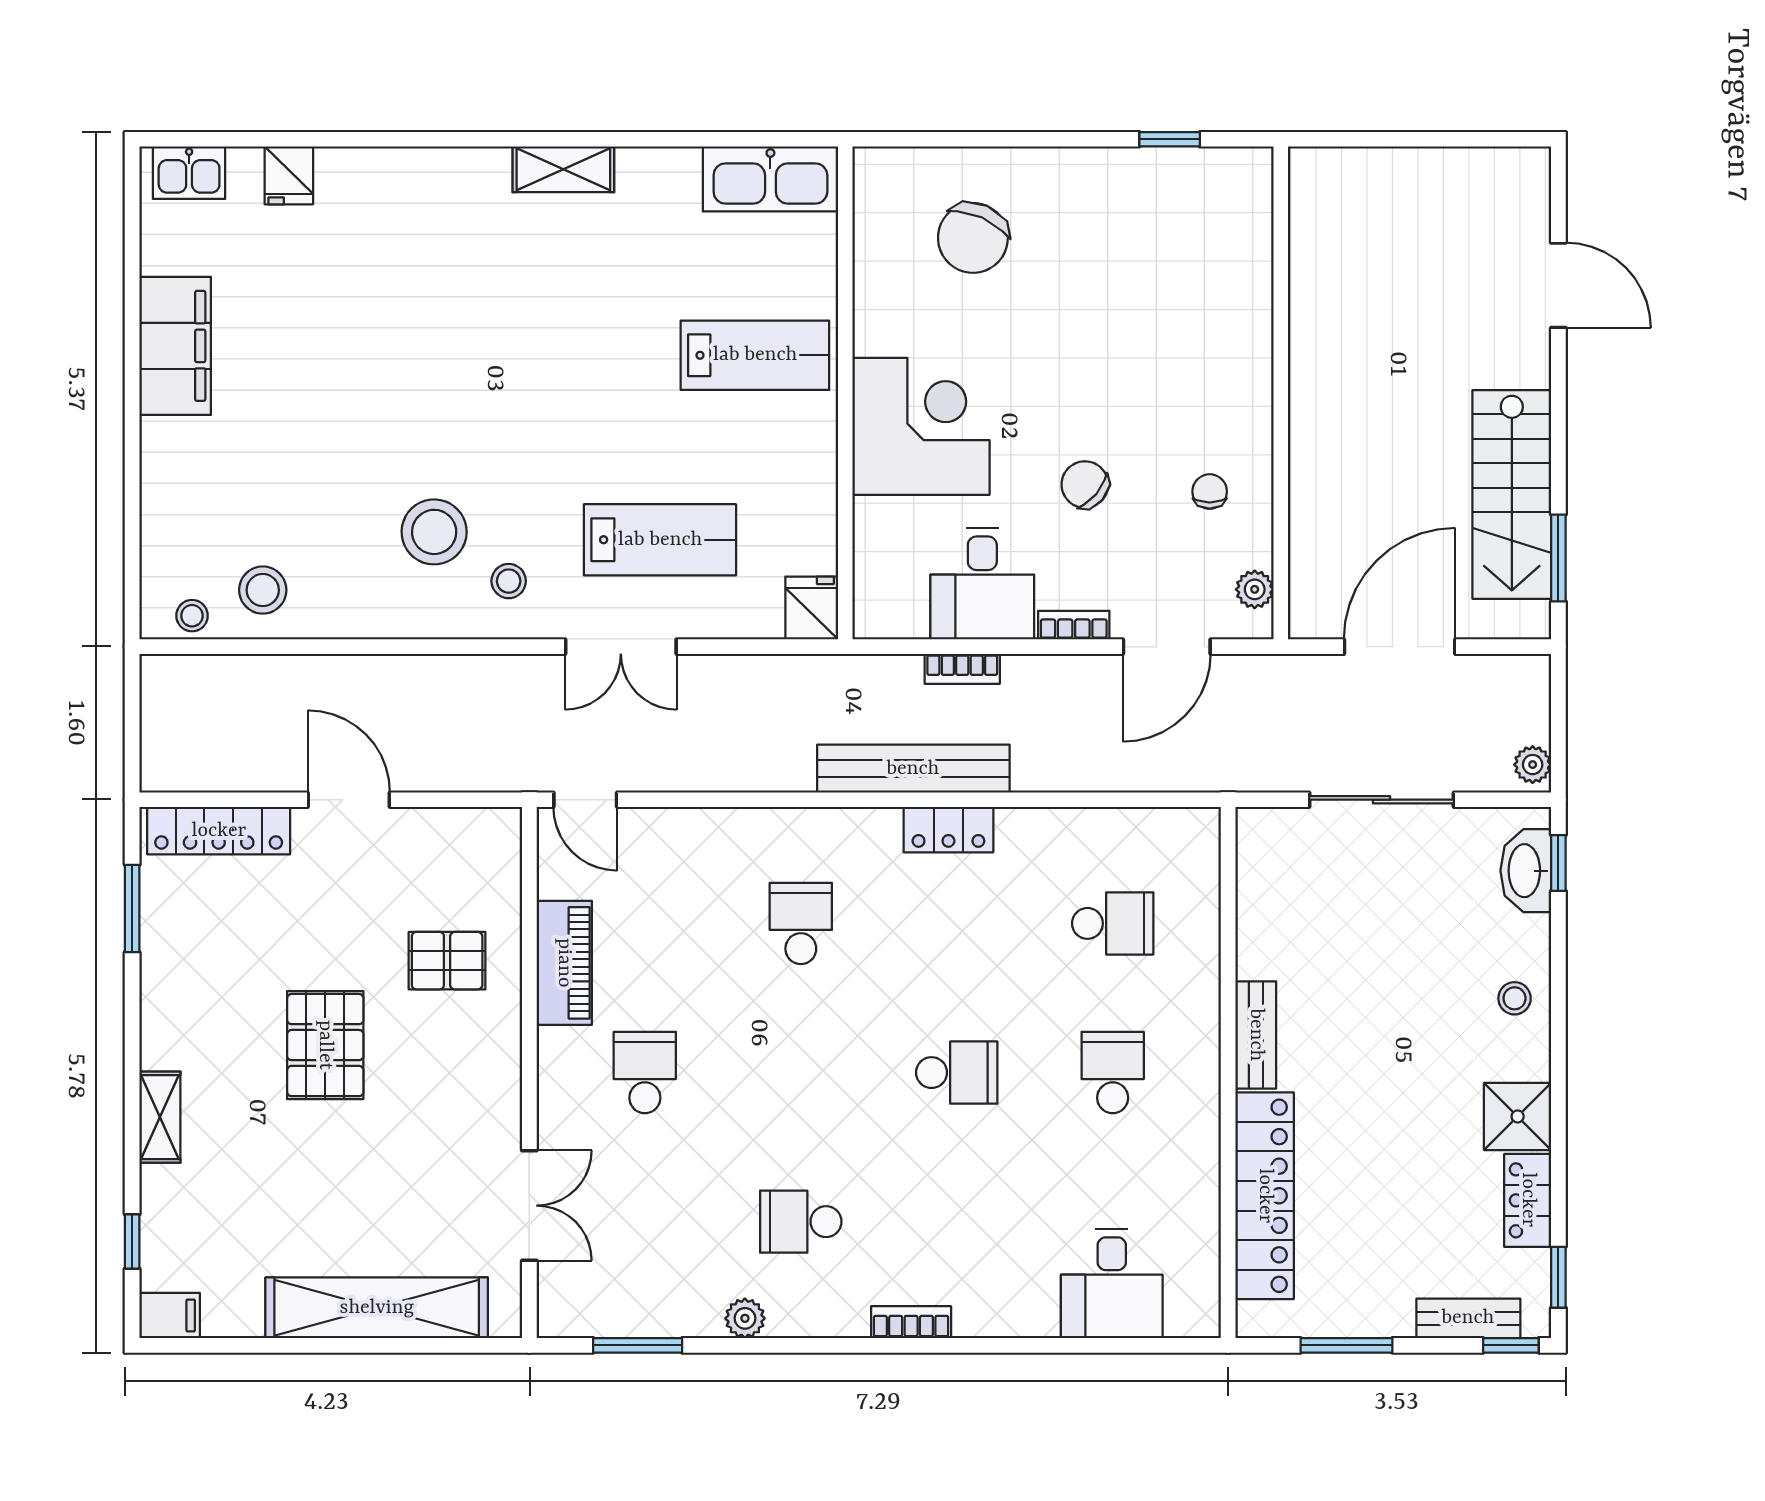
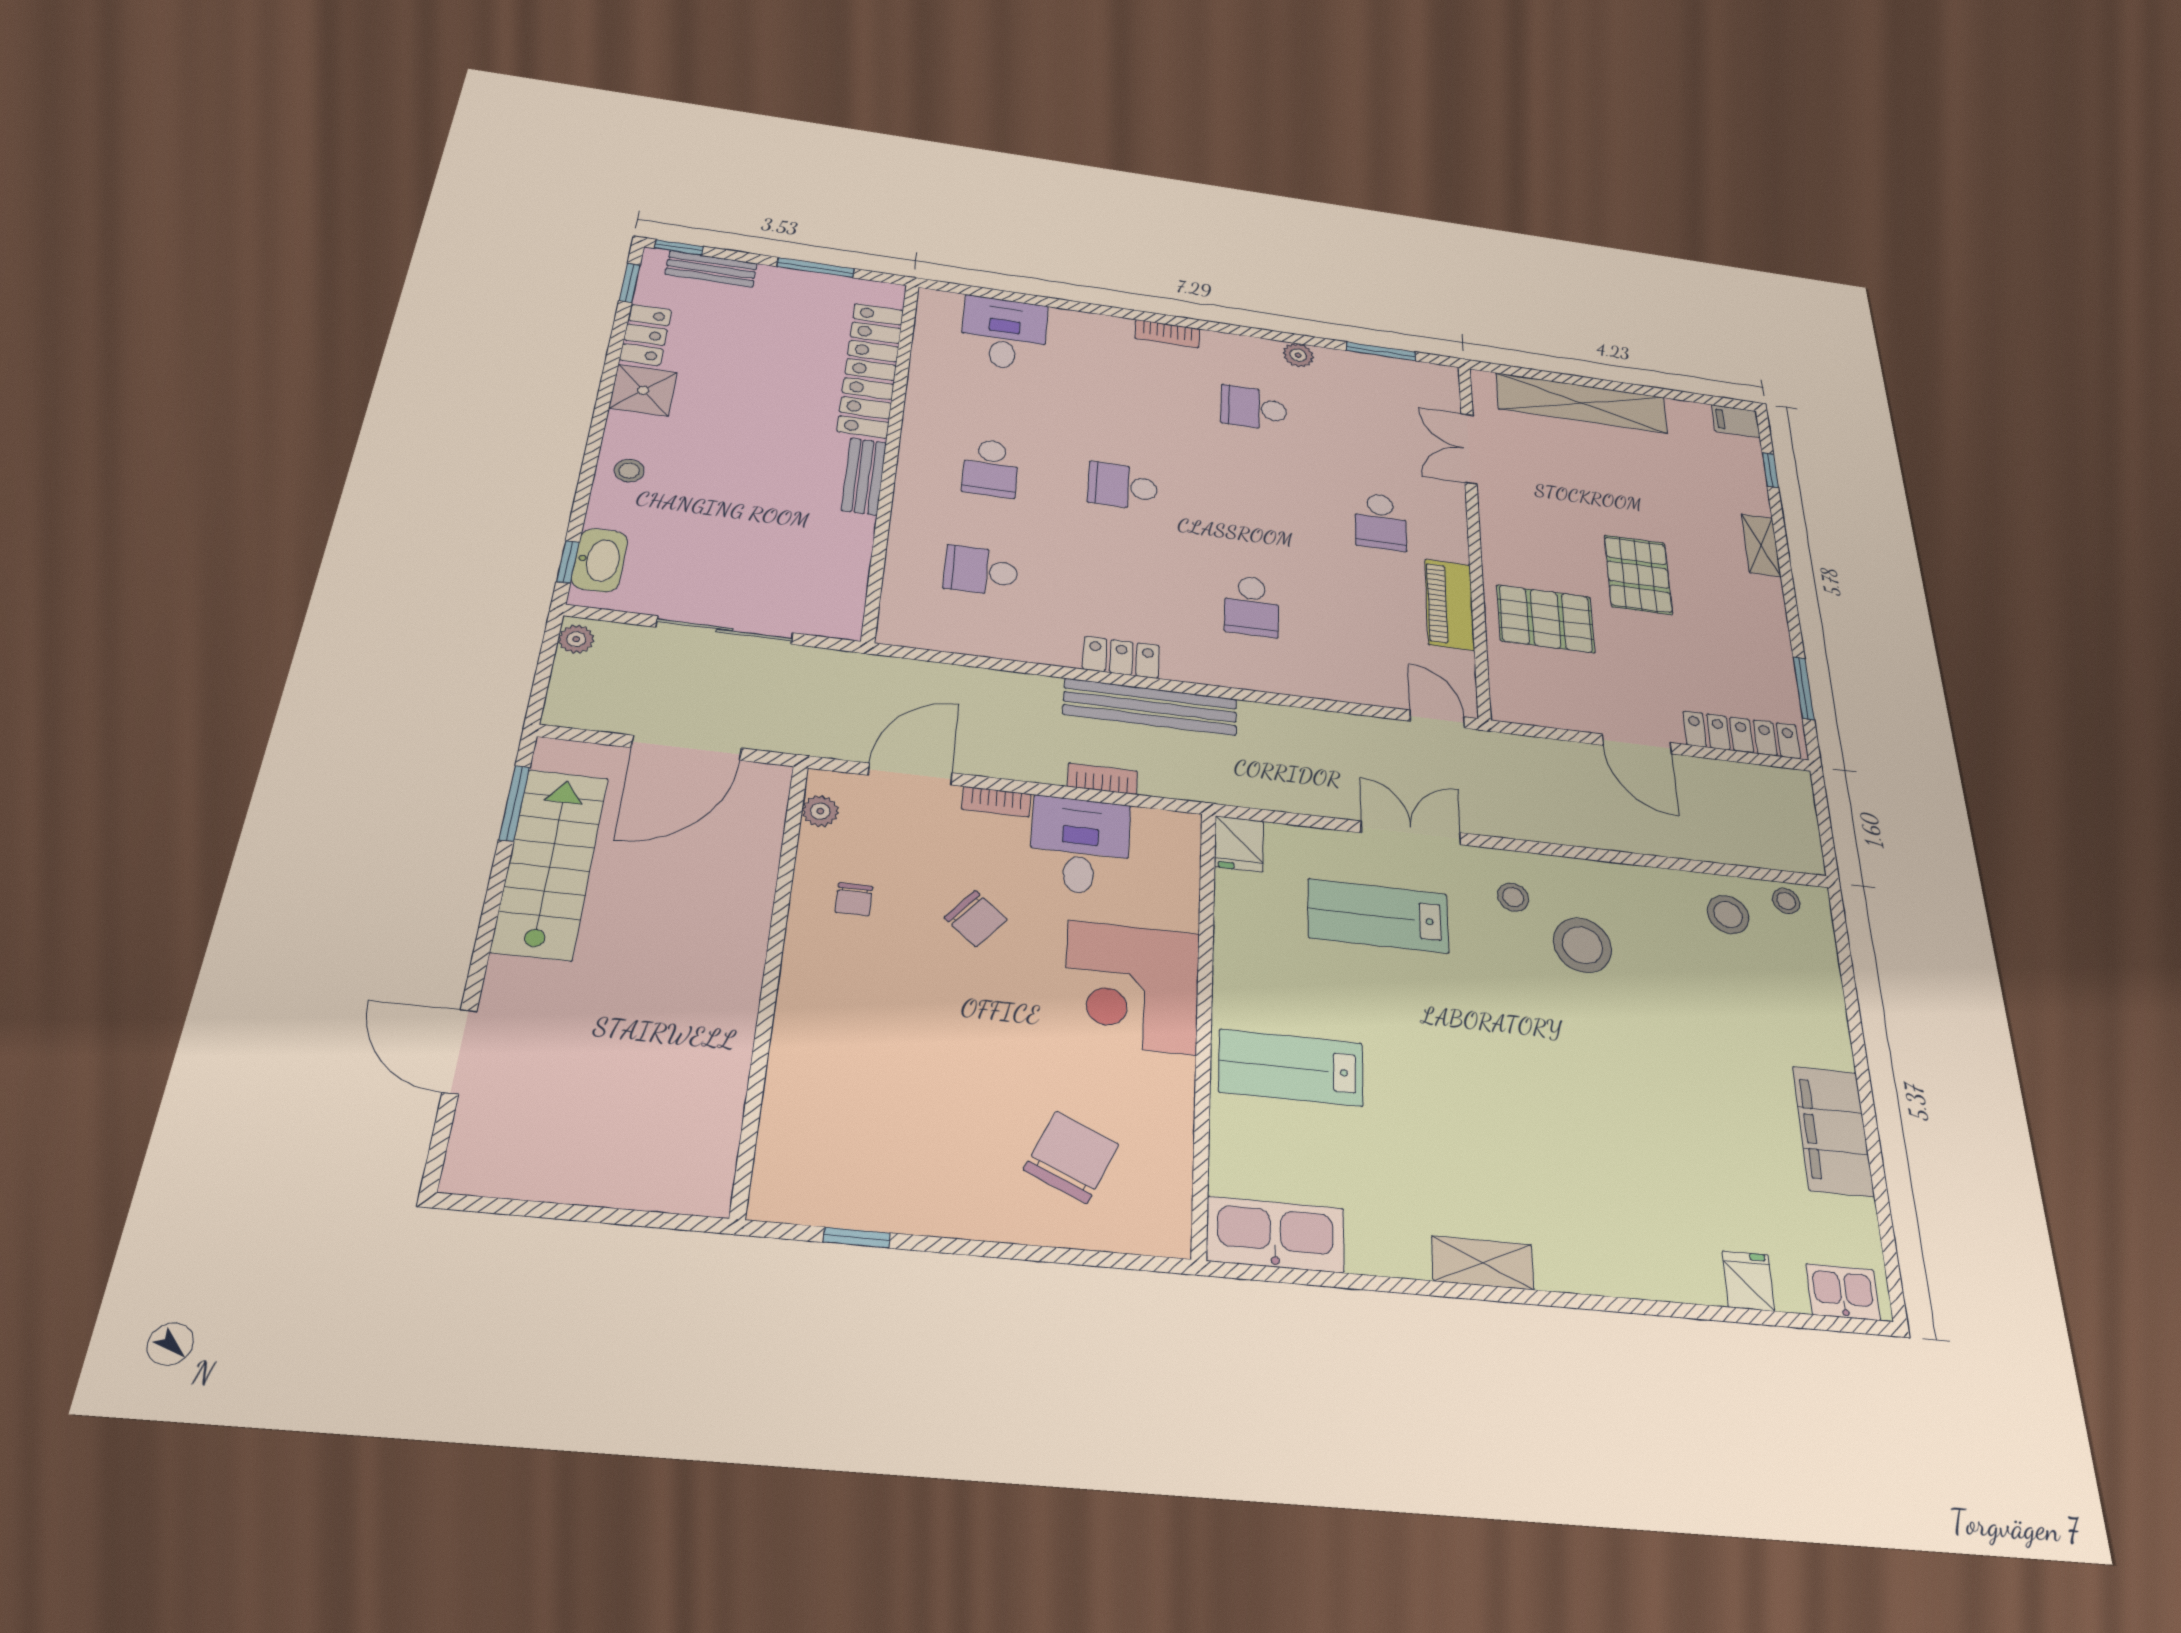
pallet: (447, 961) -> (1546, 619), width x1.50, depth x1.42
school desk: (801, 1222) -> (1254, 408), turned 180

